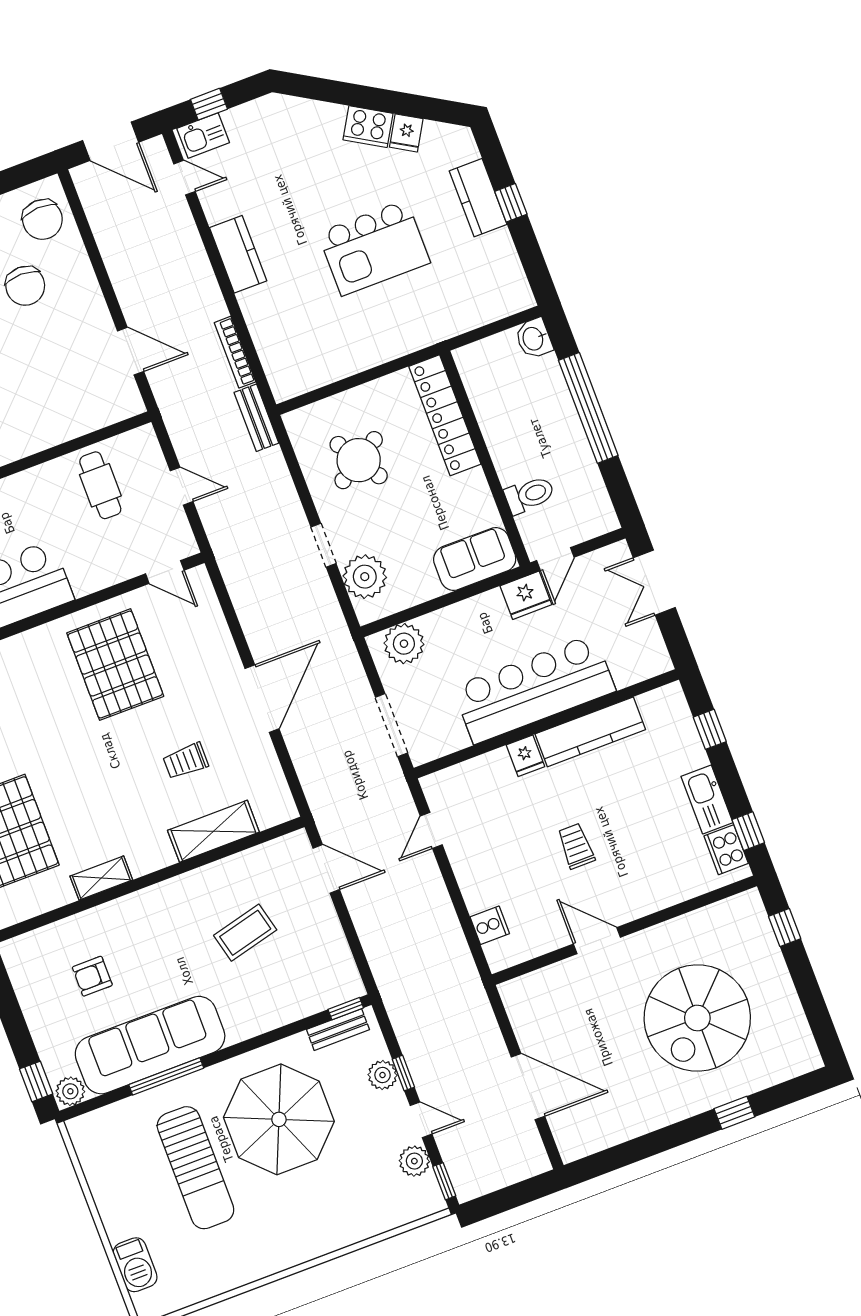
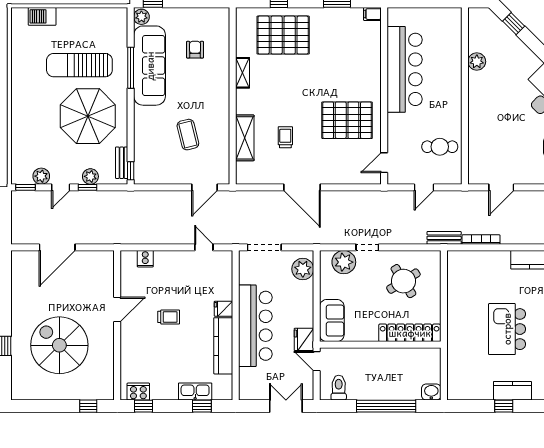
toilet: (530, 495) -> (339, 388), moved, turned 180
kitchen sink: (707, 799) -> (195, 391), moved

